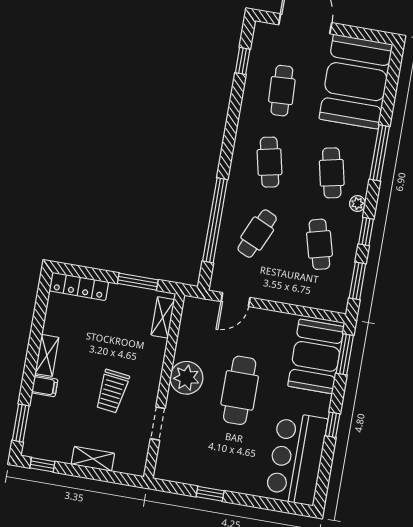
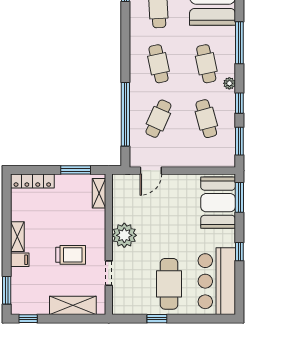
cafe table: (240, 390) -> (169, 284), moved
trolley: (112, 391) -> (71, 255), turned -97
shelving: (93, 459) -> (73, 305), width x1.50, depth x1.33

